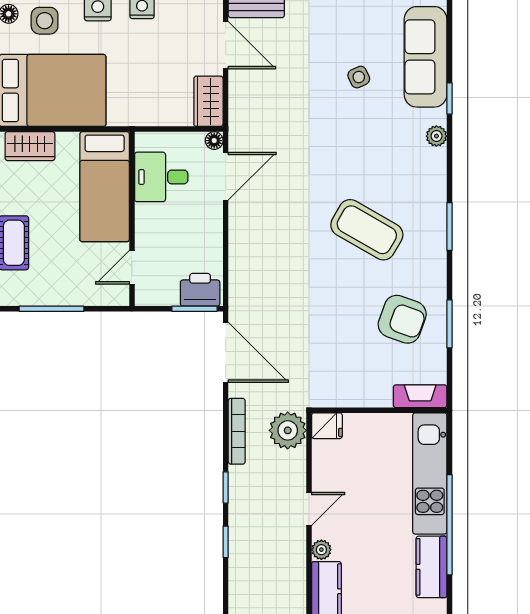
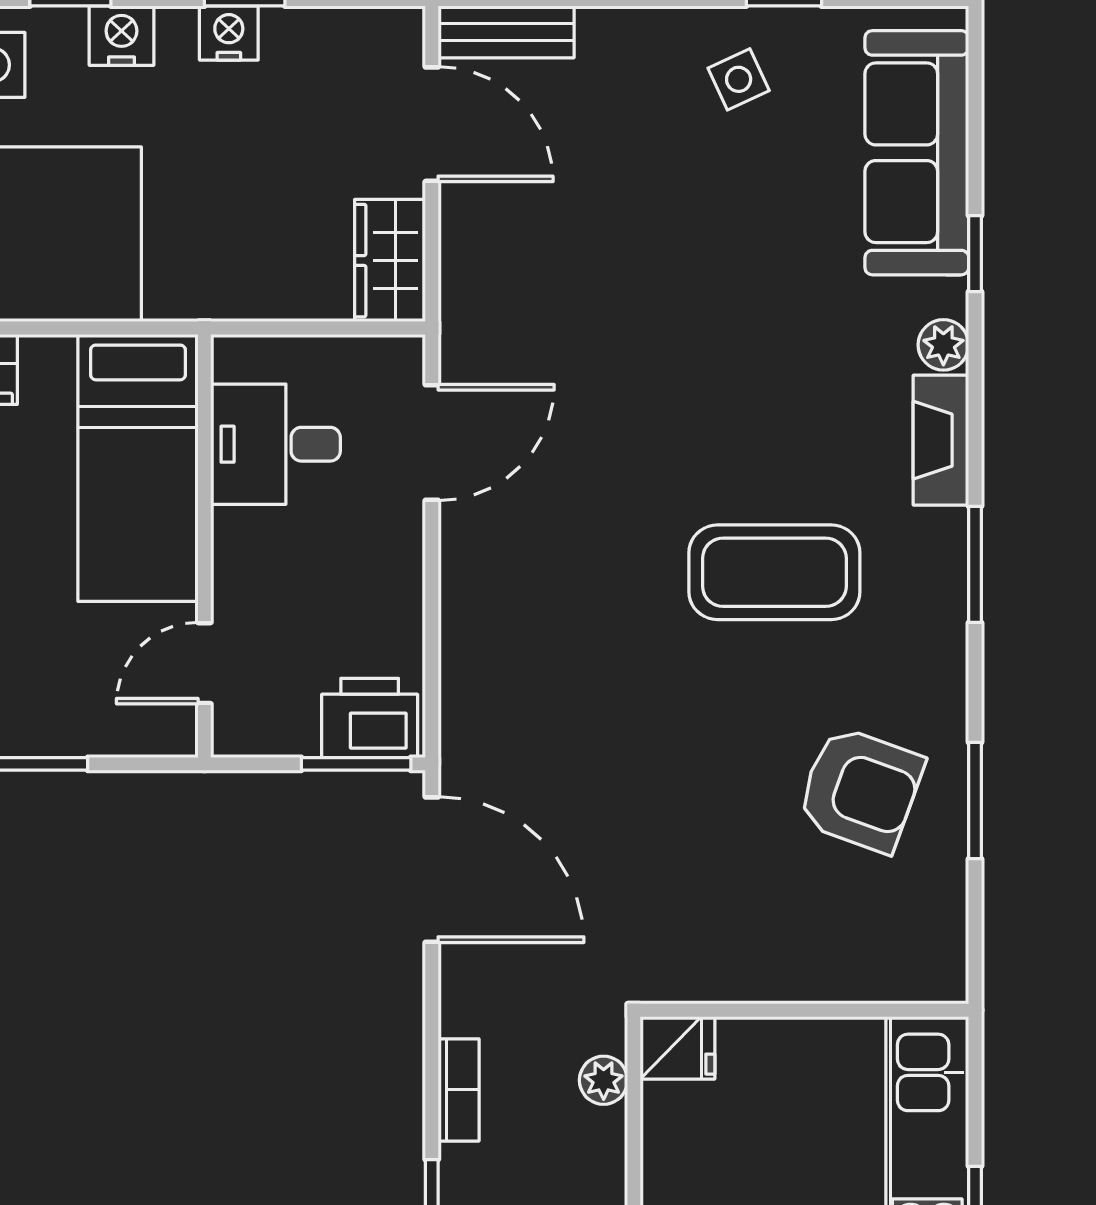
side table: (359, 77) -> (739, 79), moved
floor lamp: (214, 141) -> (404, 356), removed
coffee table: (367, 230) -> (774, 572), turned -30
fireplace: (420, 396) -> (941, 440), moved, turned -90
plant: (288, 430) -> (604, 1080), width x0.53, depth x0.53
bookcase: (237, 431) -> (459, 1090), width x0.64

